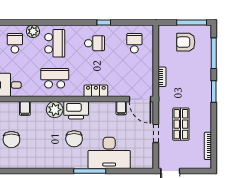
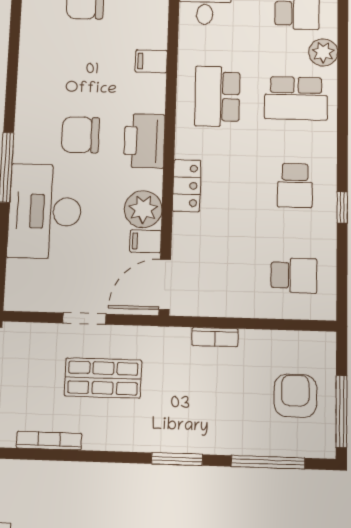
school desk: (55, 78) -> (217, 96), turned 180
filing cabinet: (25, 108) -> (151, 61), moved
plant: (55, 110) -> (143, 209), moved

